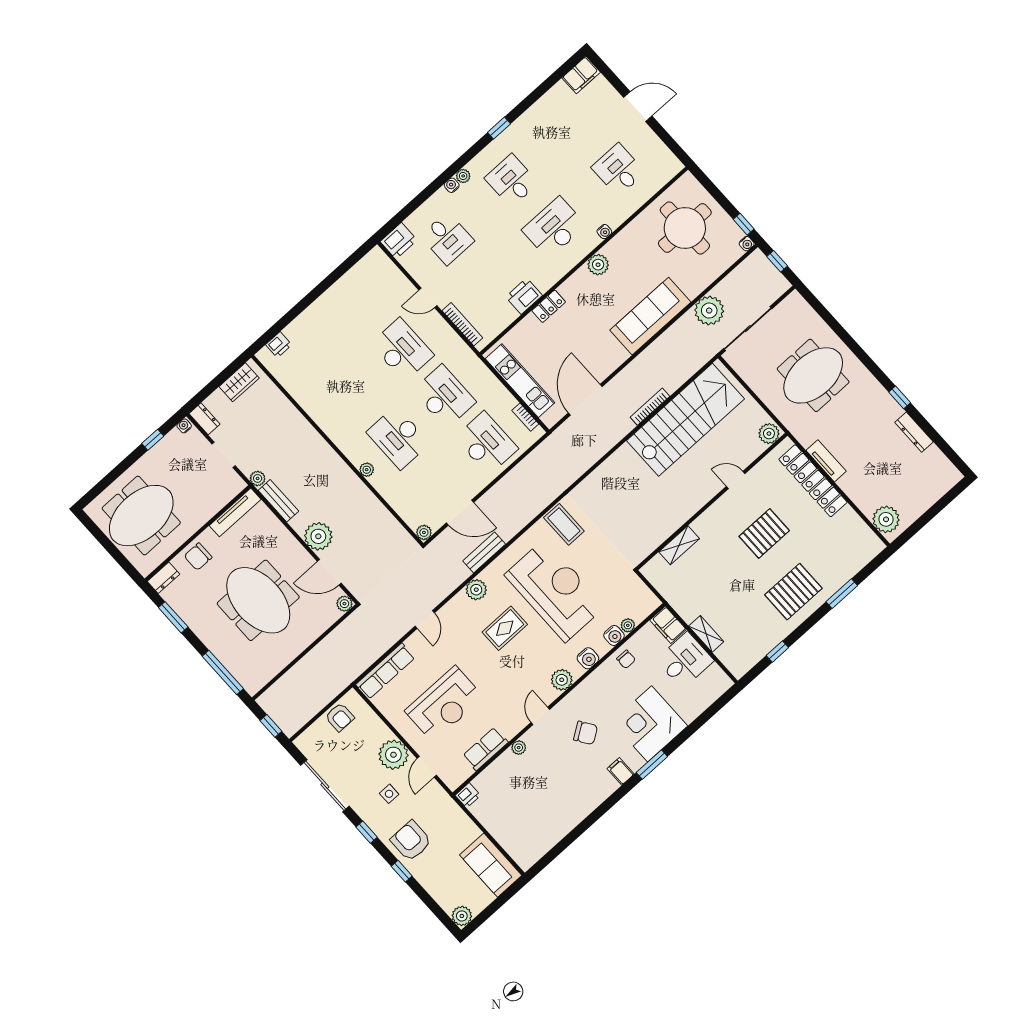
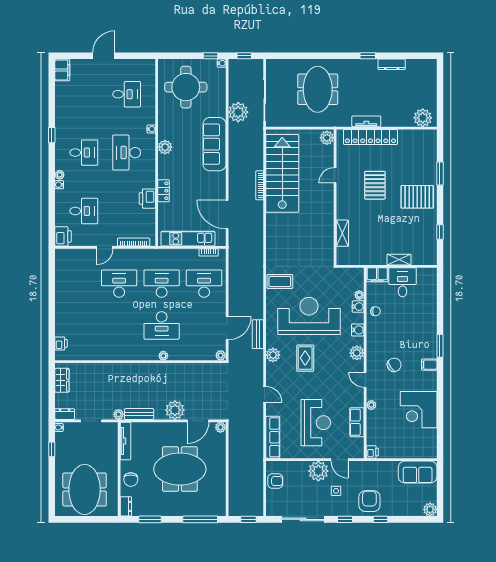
desk: (618, 170) -> (127, 94), turned 180
desk: (512, 181) -> (84, 153), turned 180
pallet: (793, 592) -> (417, 197), turned 90
corner desk: (650, 724) -> (419, 410), moved
armchair: (411, 841) -> (369, 501), turned 90

